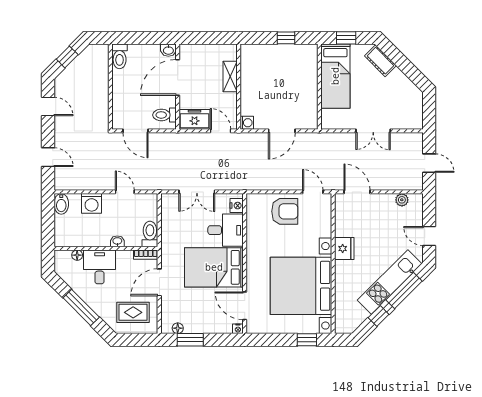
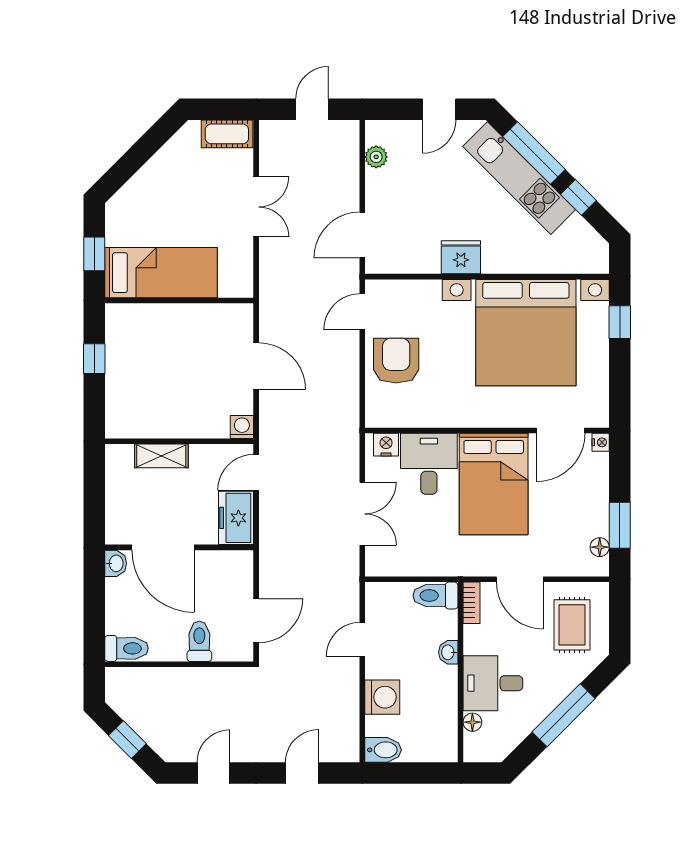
cot: (380, 61) -> (227, 134), moved, turned 45
toilet: (164, 115) -> (199, 641), moved, turned 180

